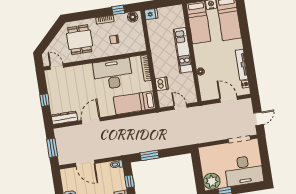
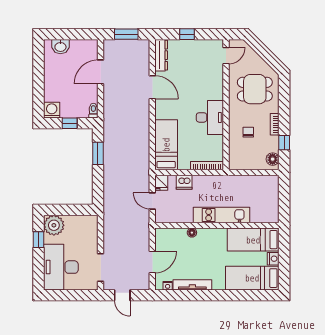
fridge: (151, 14) -> (161, 183), moved
desk: (113, 74) -> (210, 117), width x0.73, depth x0.77
door: (180, 107) -> (152, 201), swing flipped

